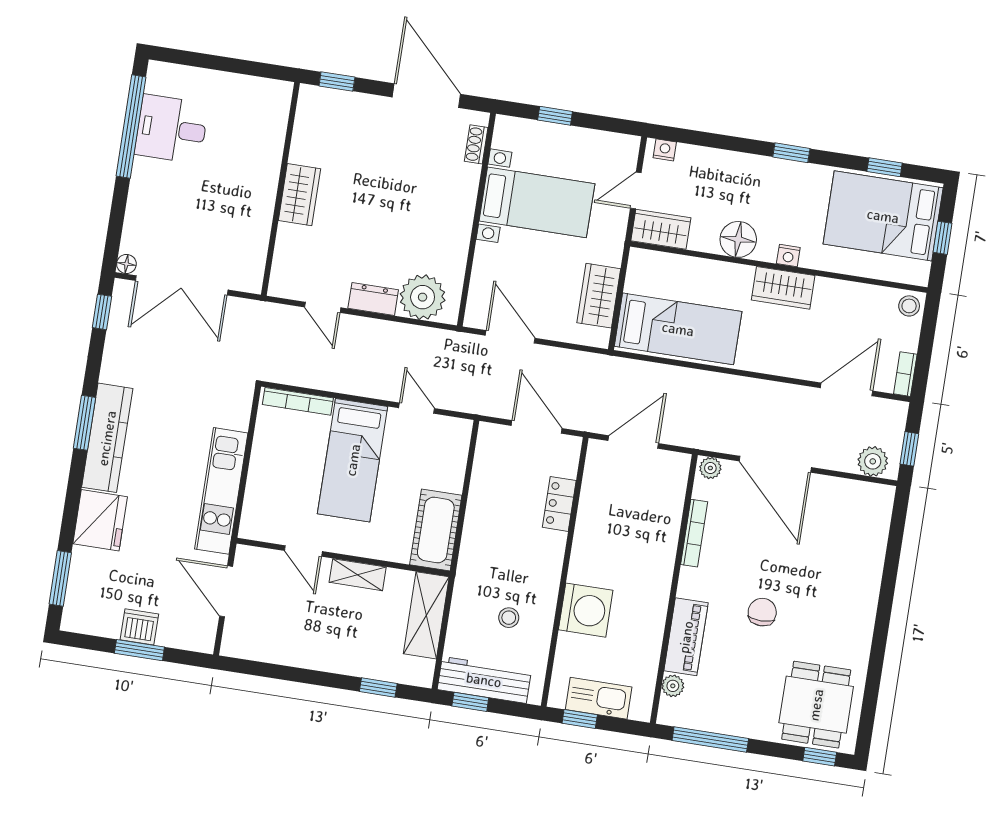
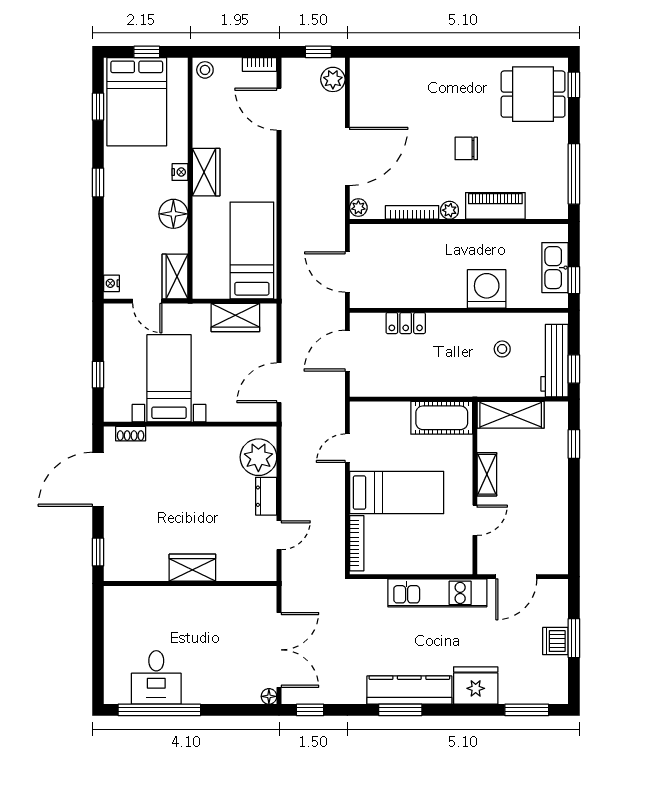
plant: (673, 686) -> (450, 210), moved

